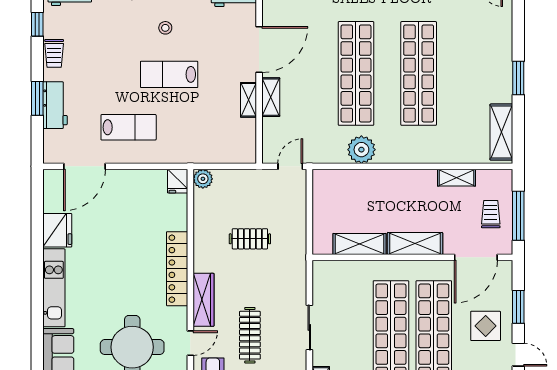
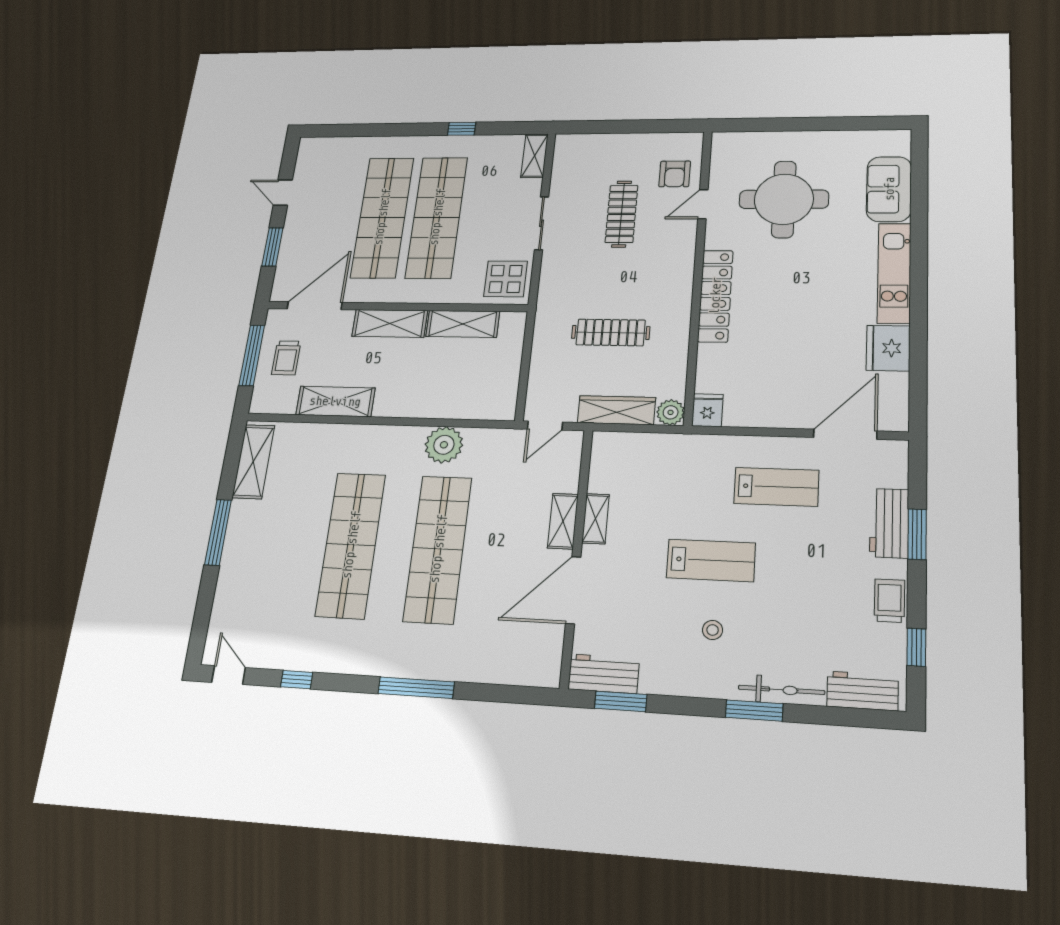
window: (518, 78) -> (218, 532), width x1.44
lab bench: (129, 127) -> (776, 487), turned 180
shelving: (456, 178) -> (335, 401), width x1.50, depth x1.33
clothes rail: (250, 239) -> (611, 332), width x1.36
wardrobe: (204, 300) -> (616, 410), moved, turned 90
display table: (486, 326) -> (506, 279), moved

